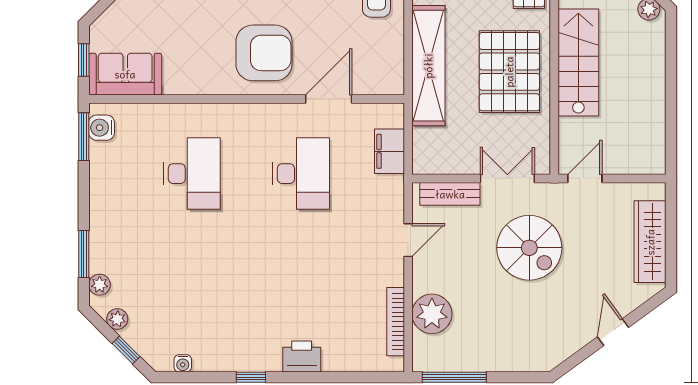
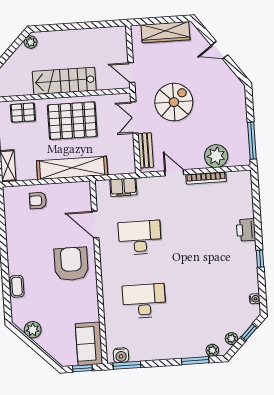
bookcase: (396, 322) -> (206, 178), moved

